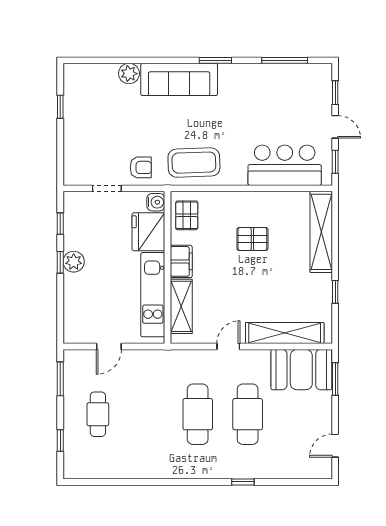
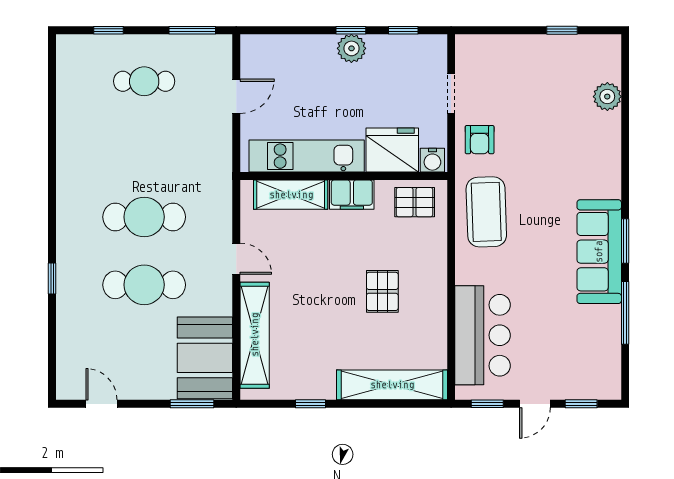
window: (285, 60) -> (625, 313), moved
plant: (129, 74) -> (607, 97), moved
sofa: (179, 79) -> (599, 252), moved
door: (109, 346) -> (236, 96), swing flipped

